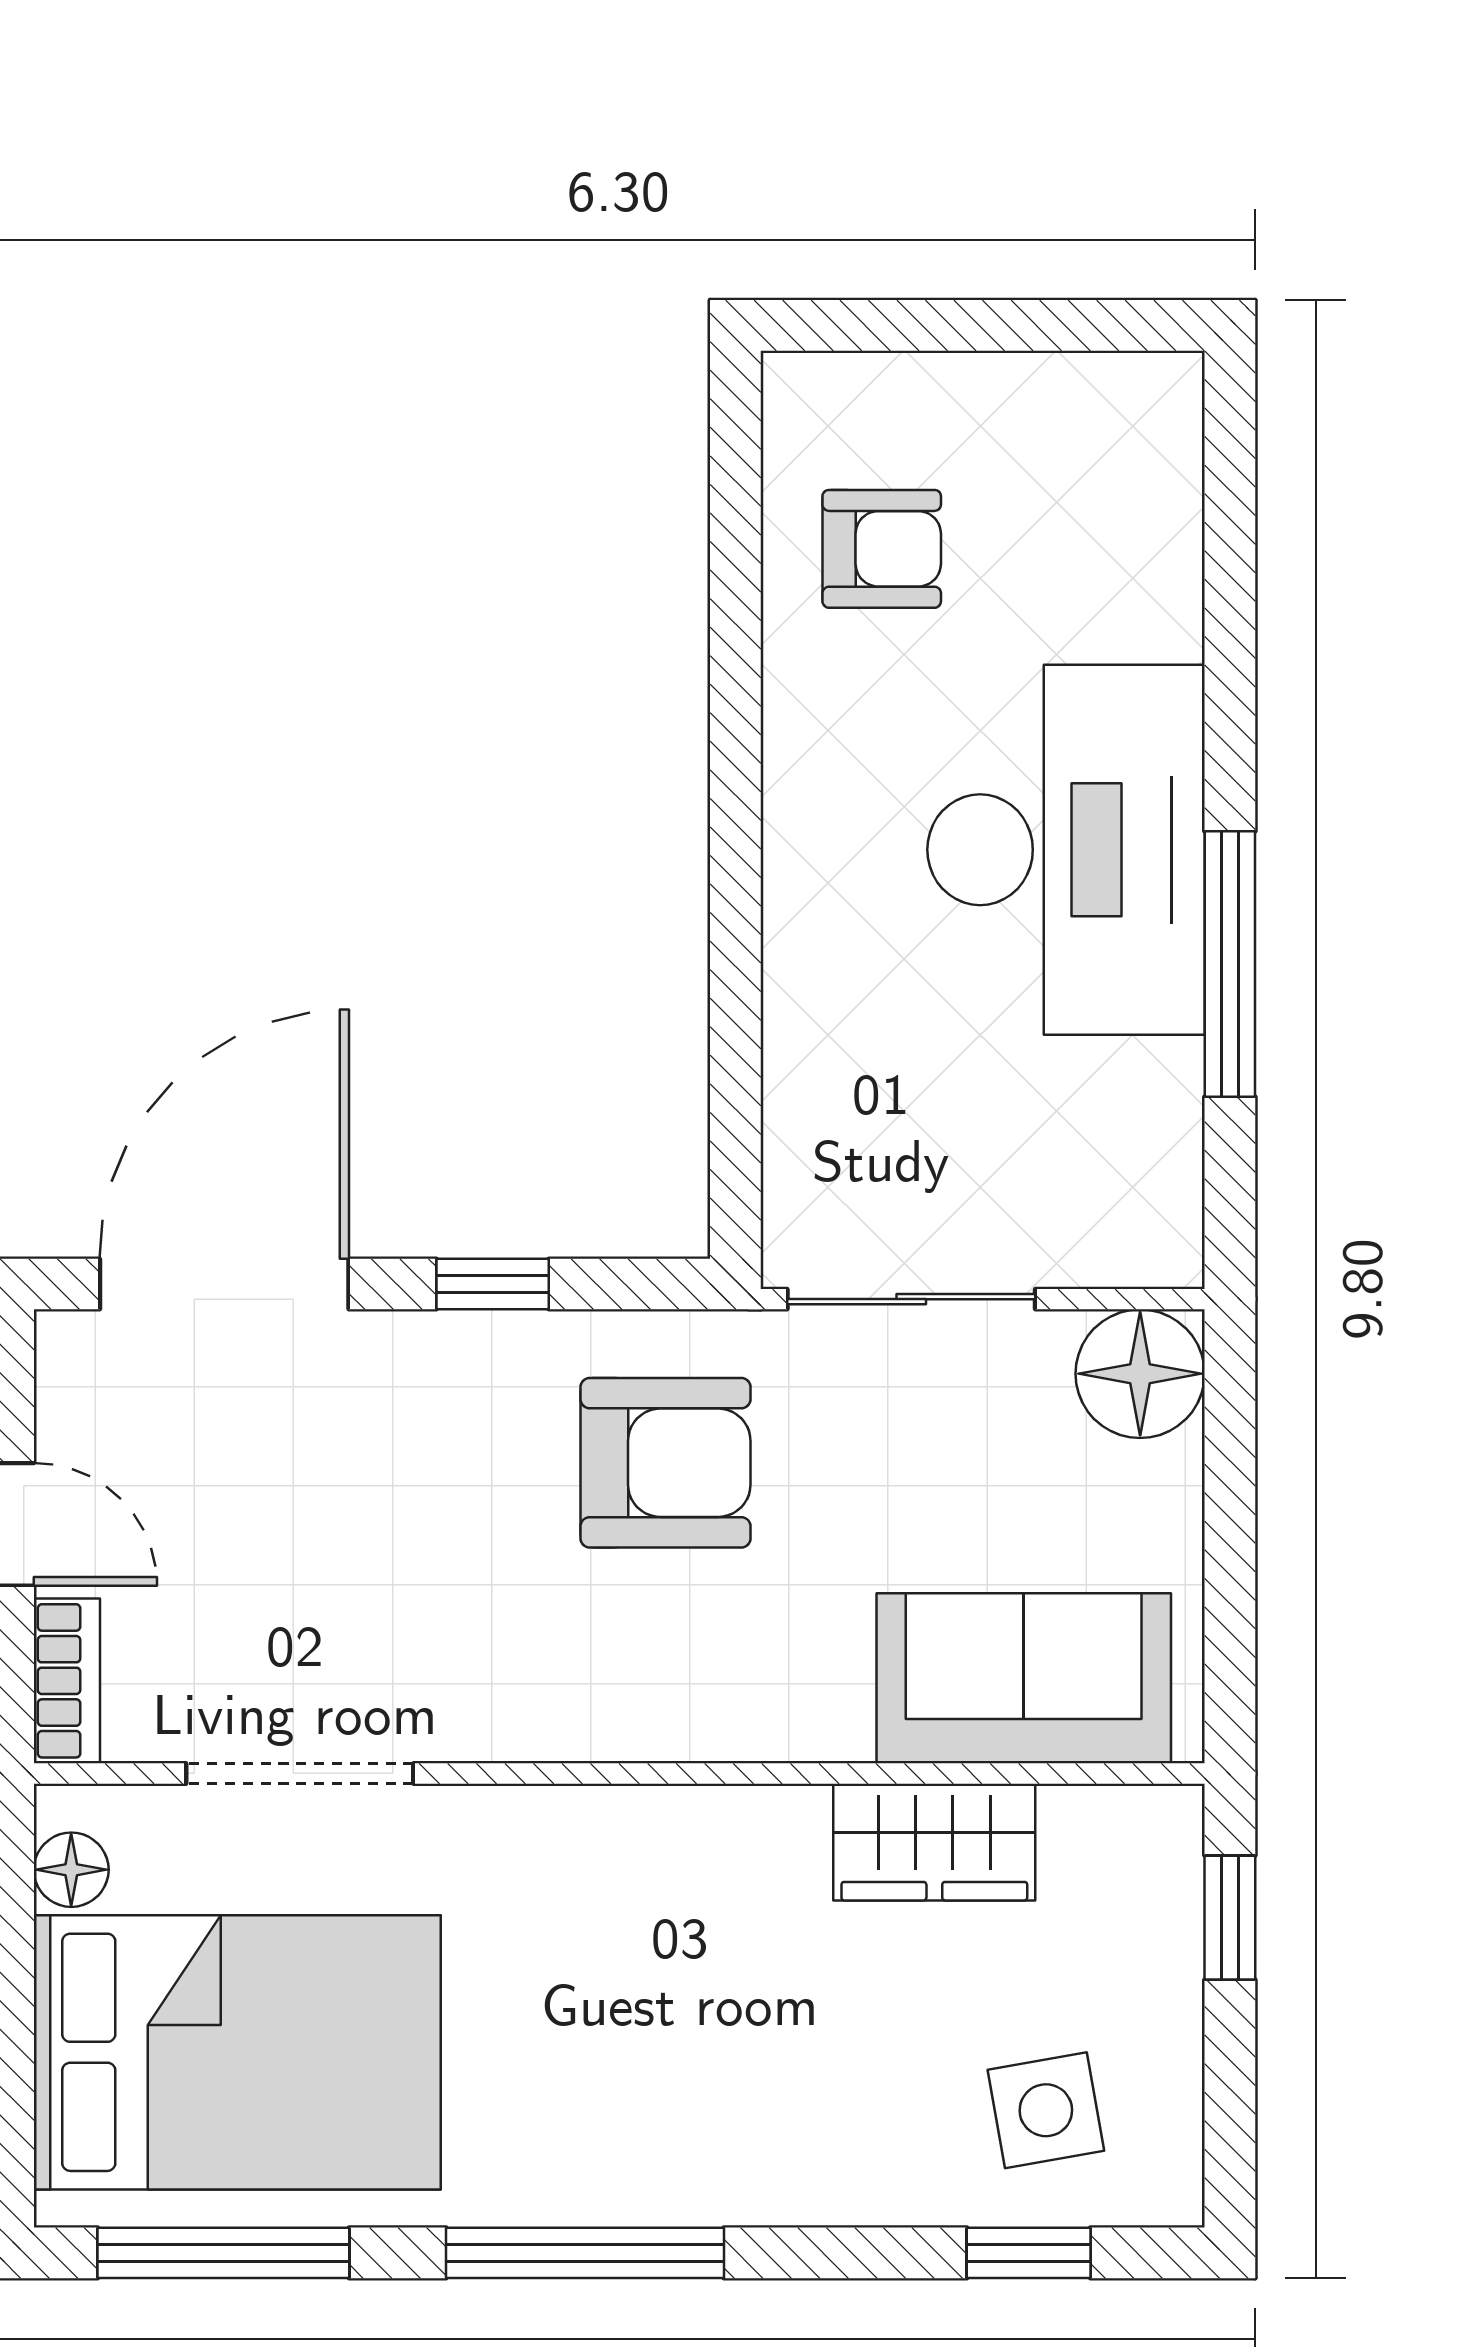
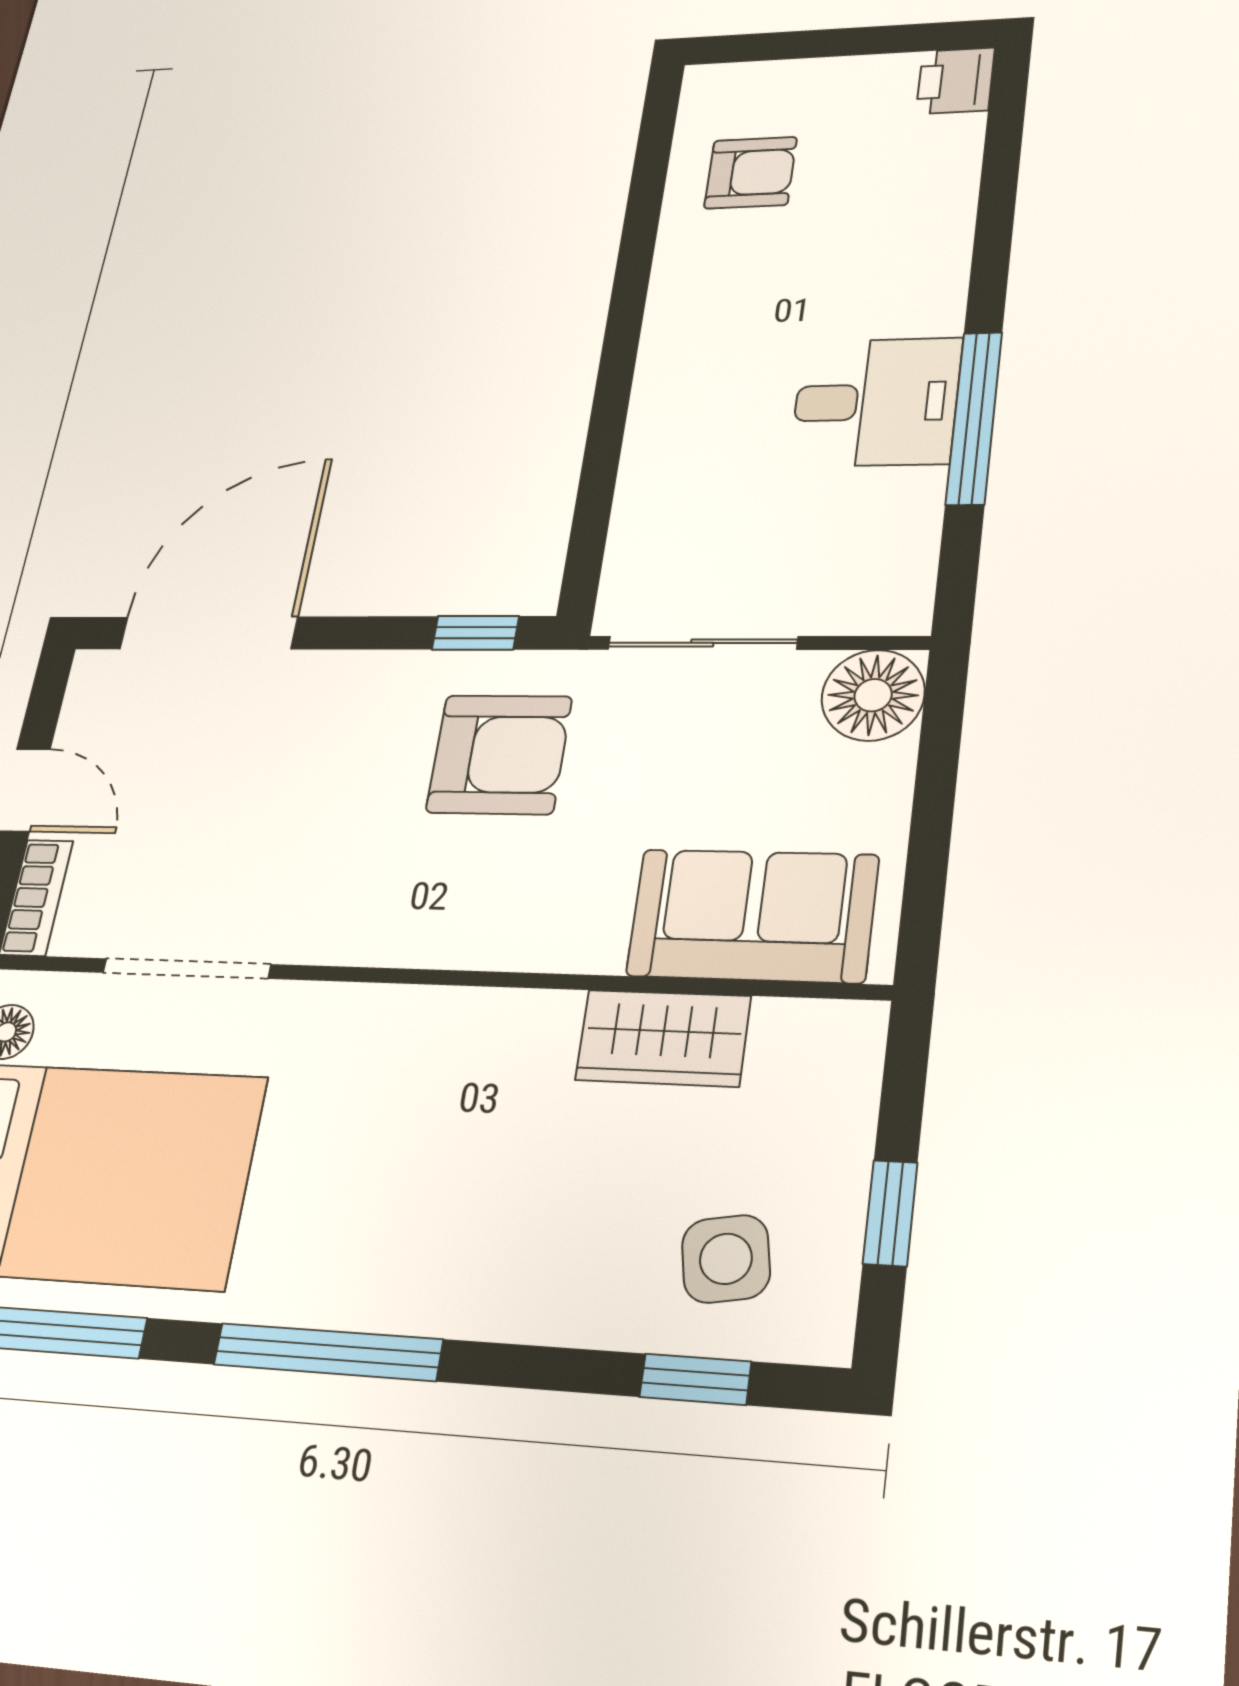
printer: (1154, 406) -> (955, 81), added
desk: (1066, 850) -> (876, 402), width x0.53, depth x0.77
window: (493, 1284) -> (475, 633), moved
window: (1230, 1918) -> (890, 1213), moved

